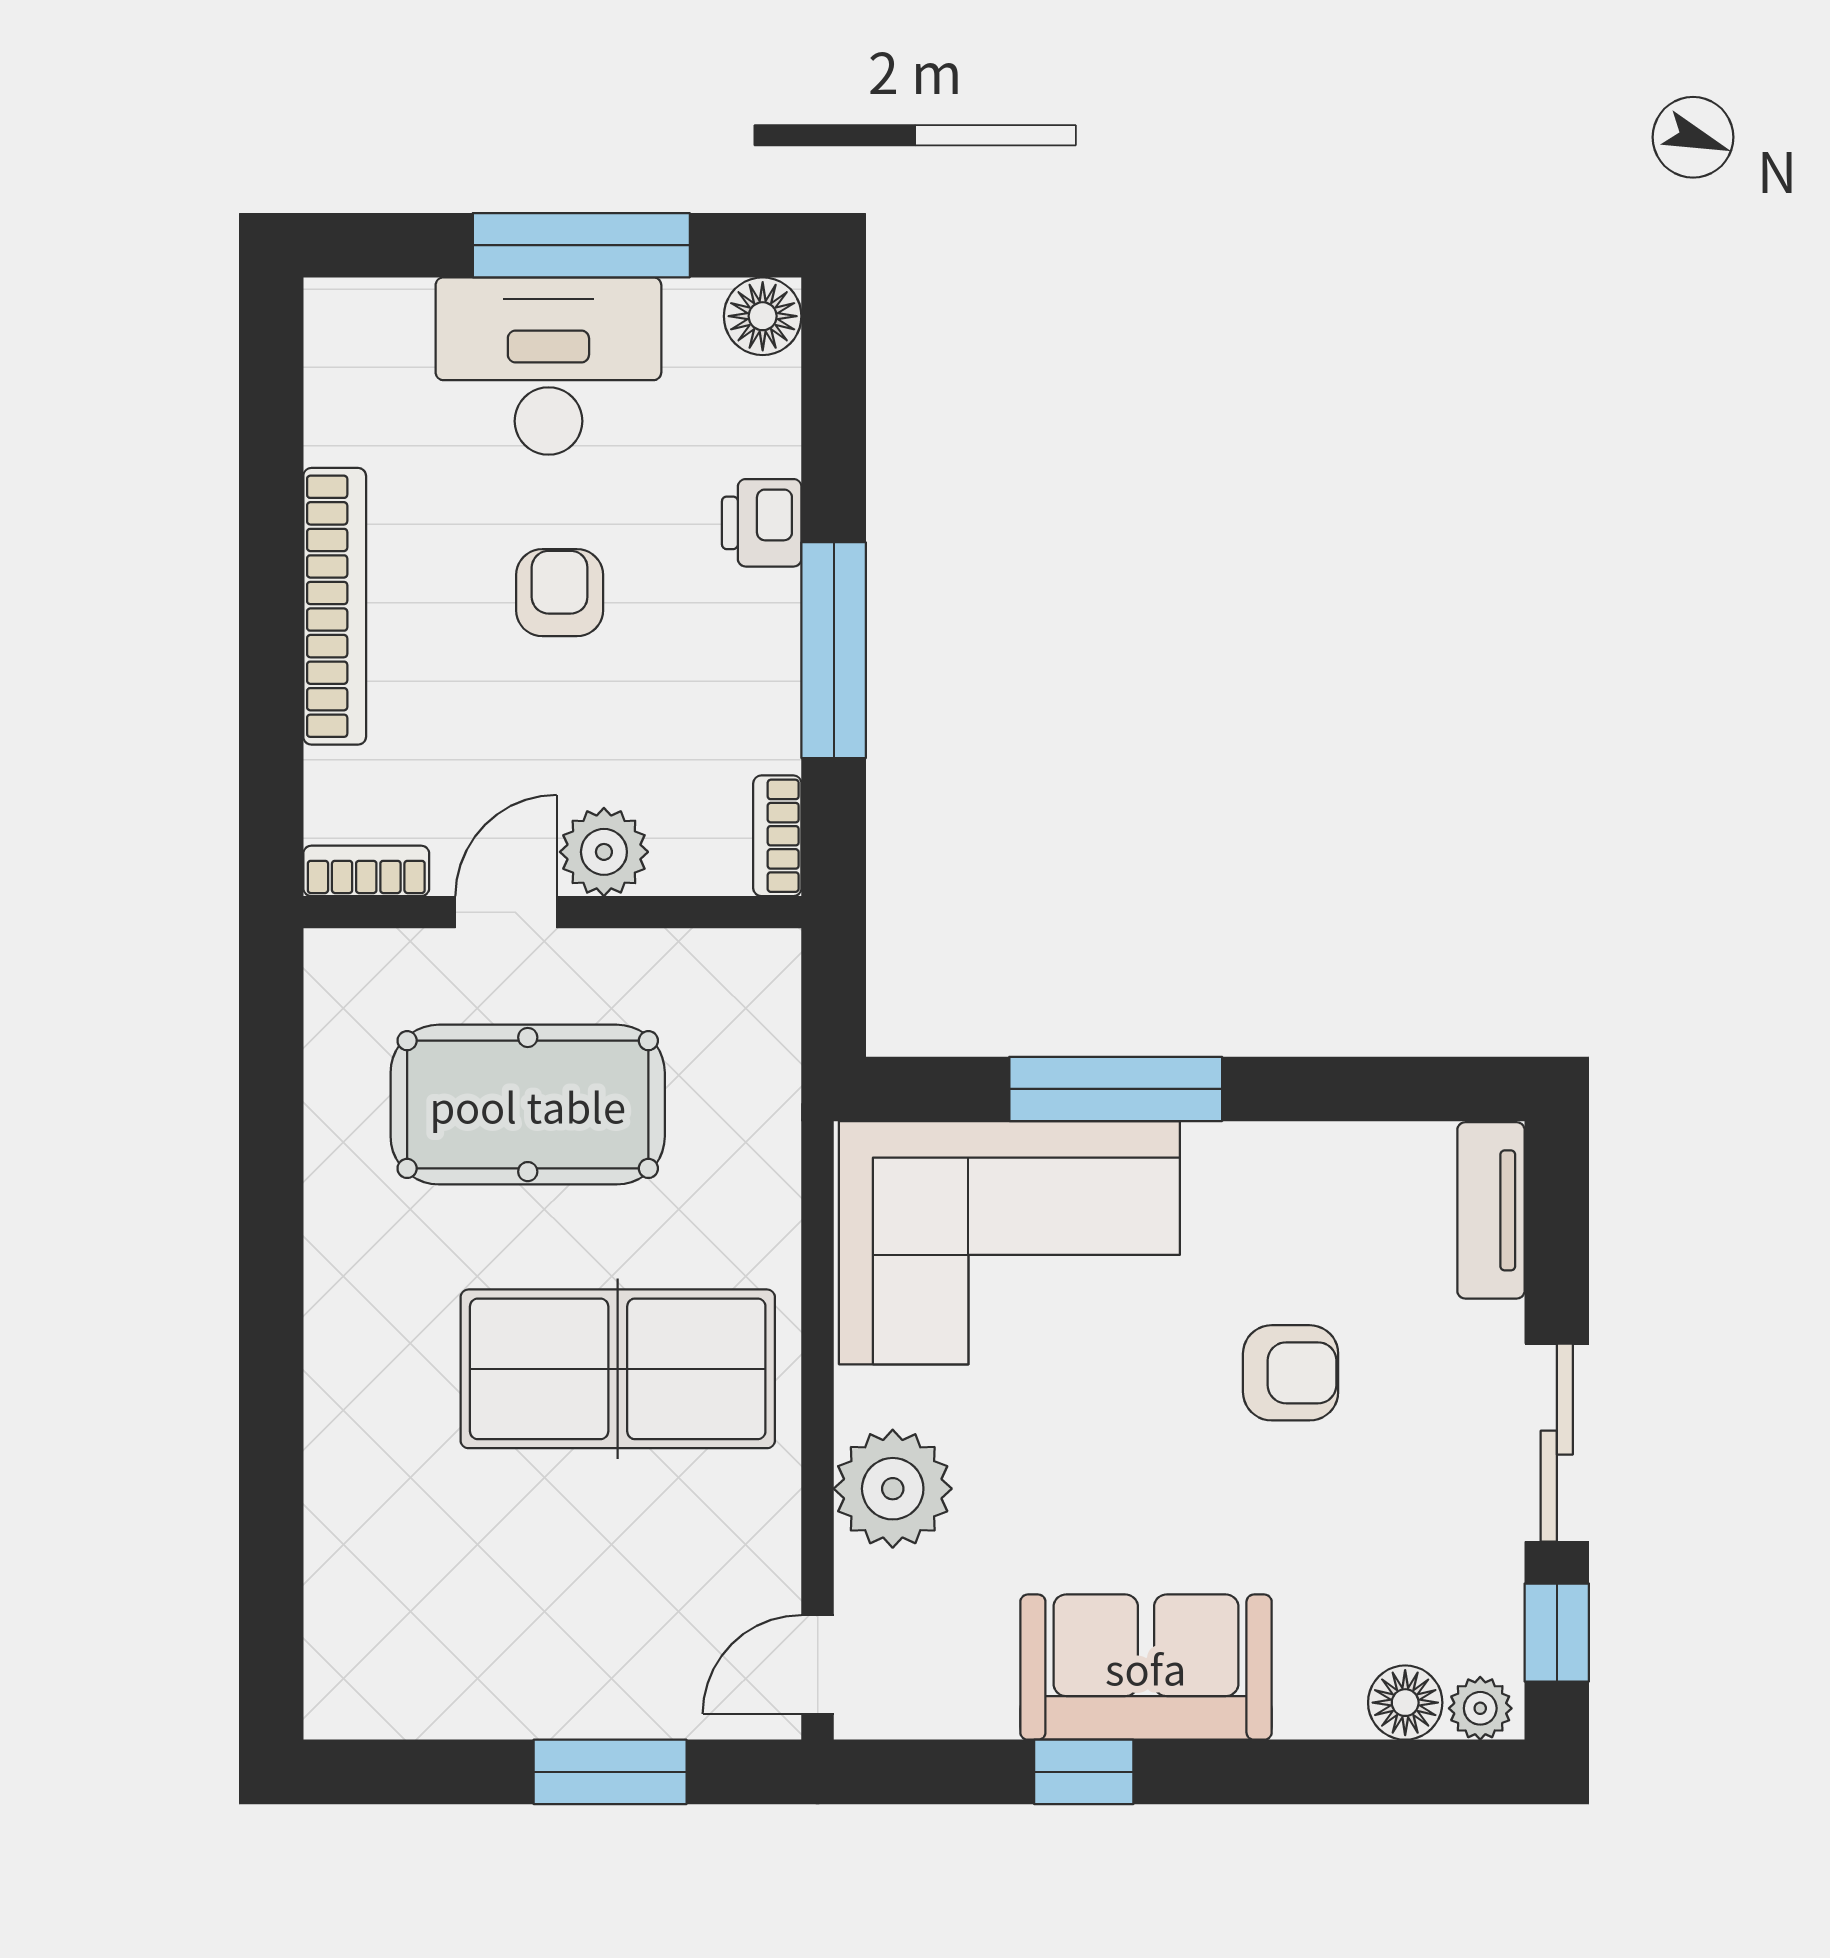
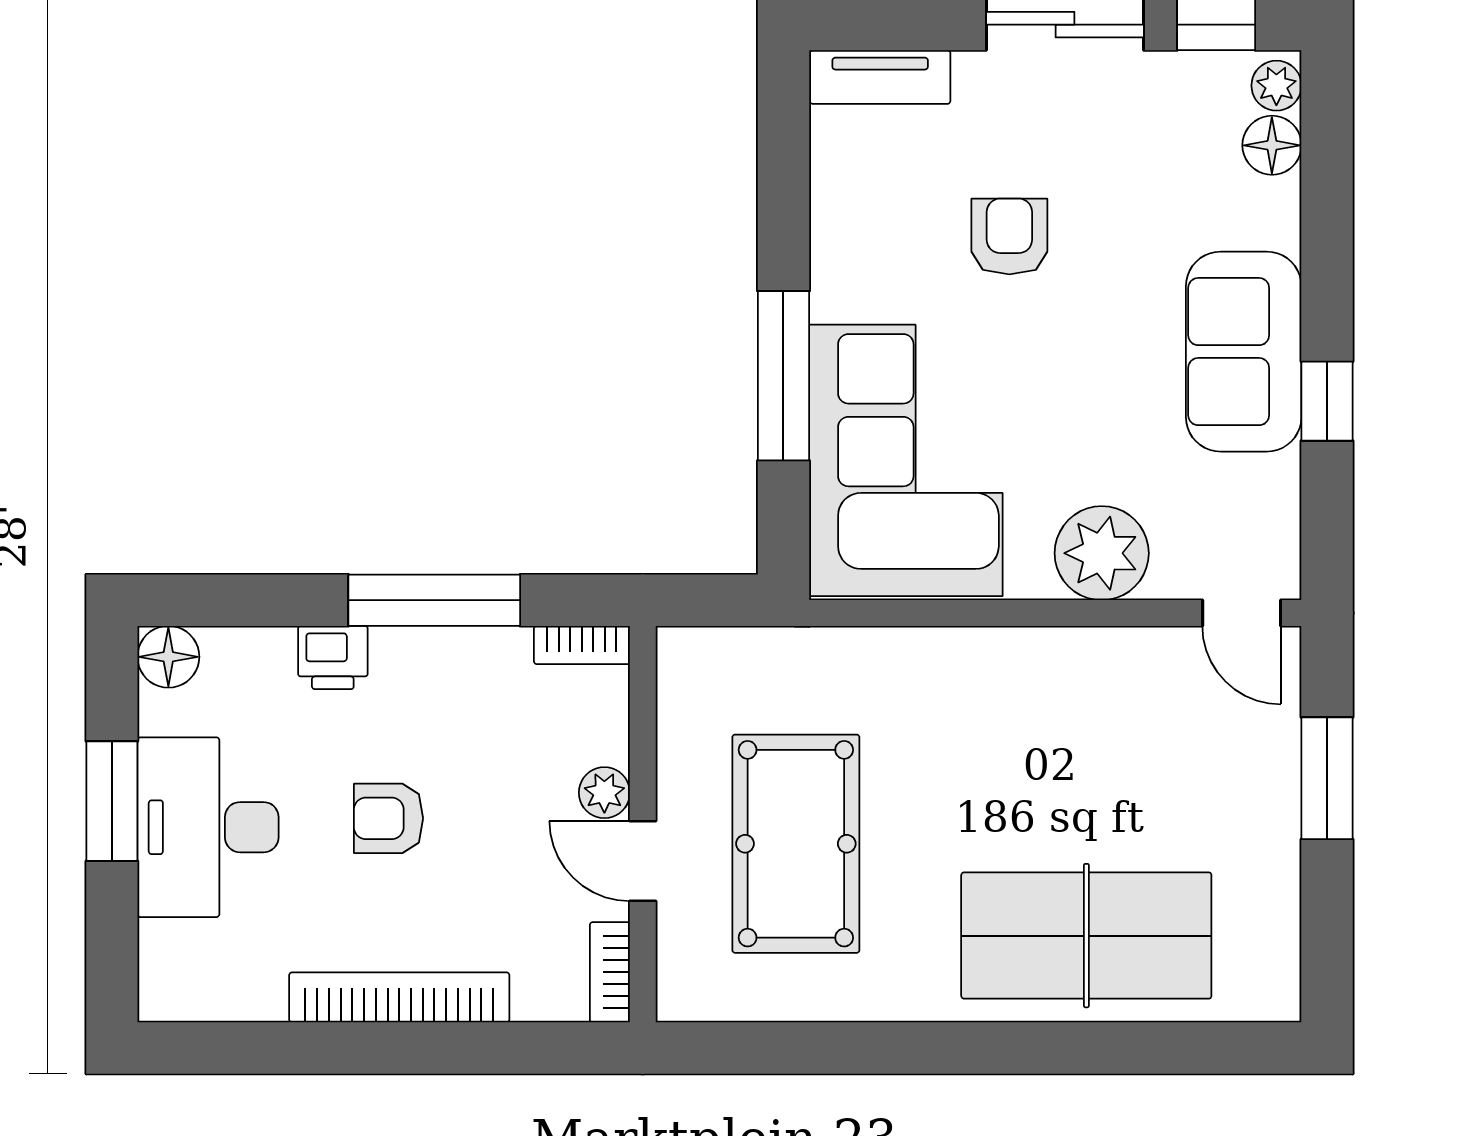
window: (581, 245) -> (112, 801), width x0.69
plant: (604, 852) -> (604, 793), width x0.73, depth x0.73
table tennis table: (618, 1369) -> (1086, 936), moved, turned 90

